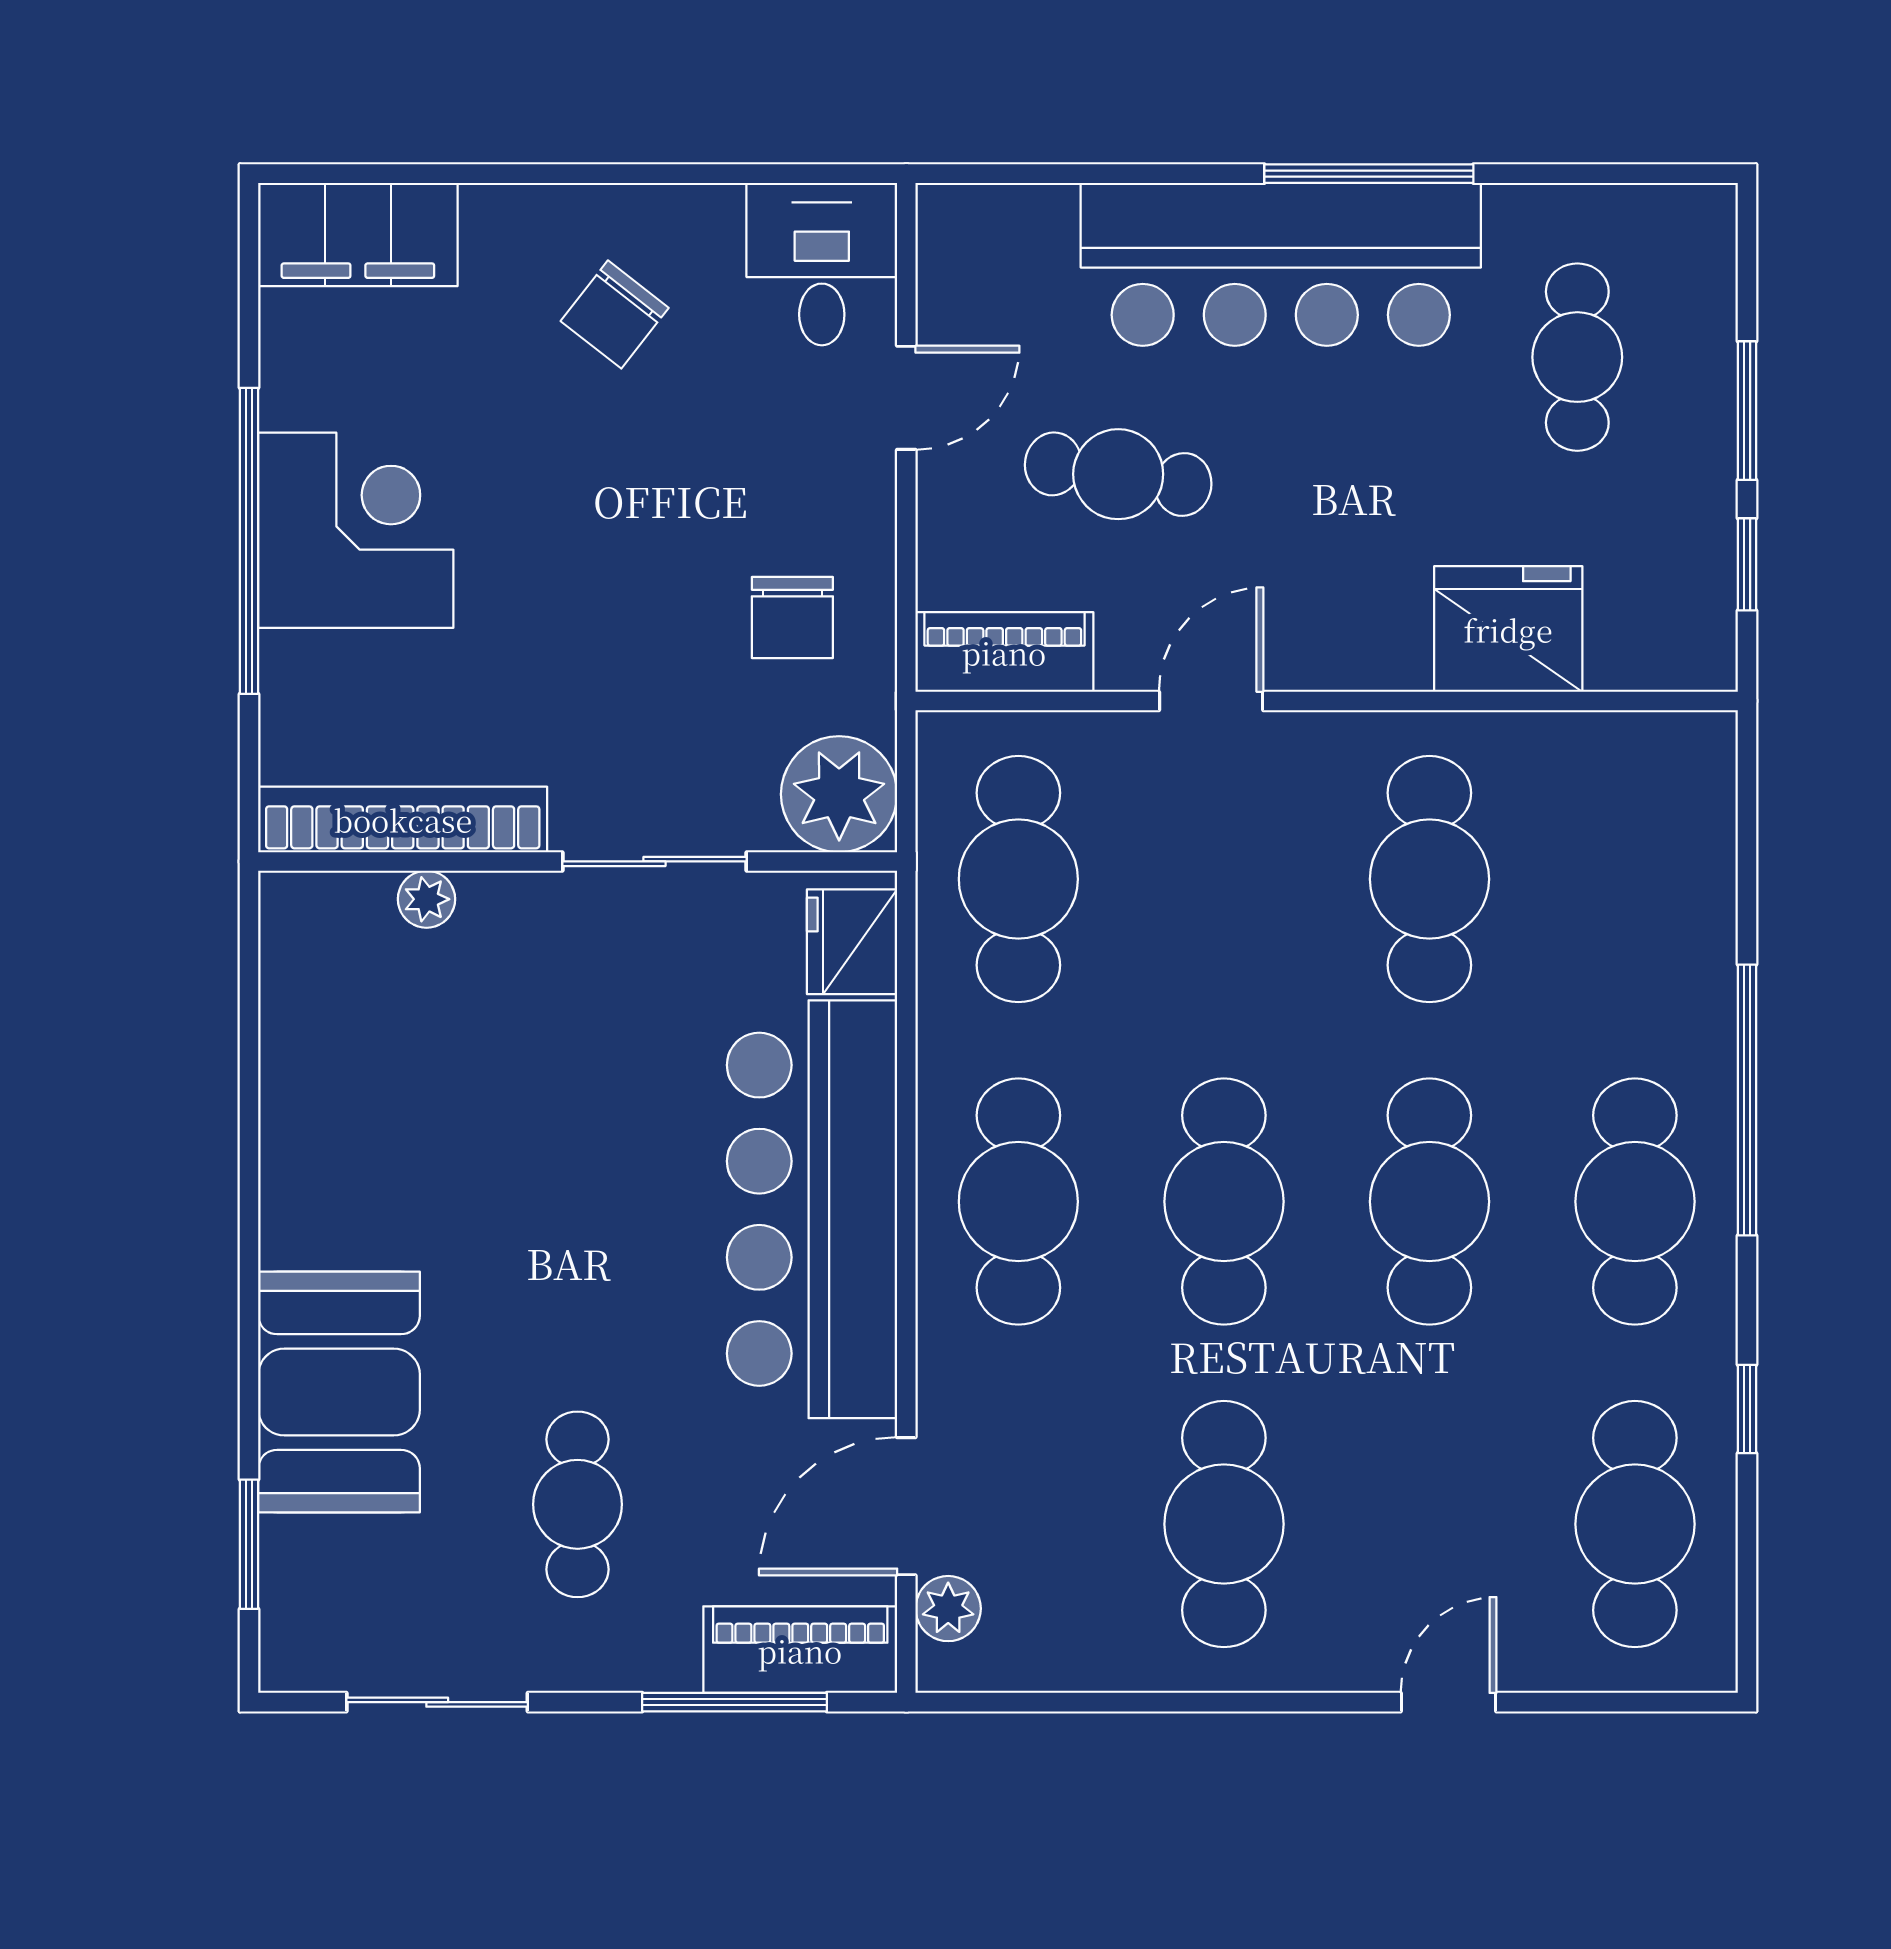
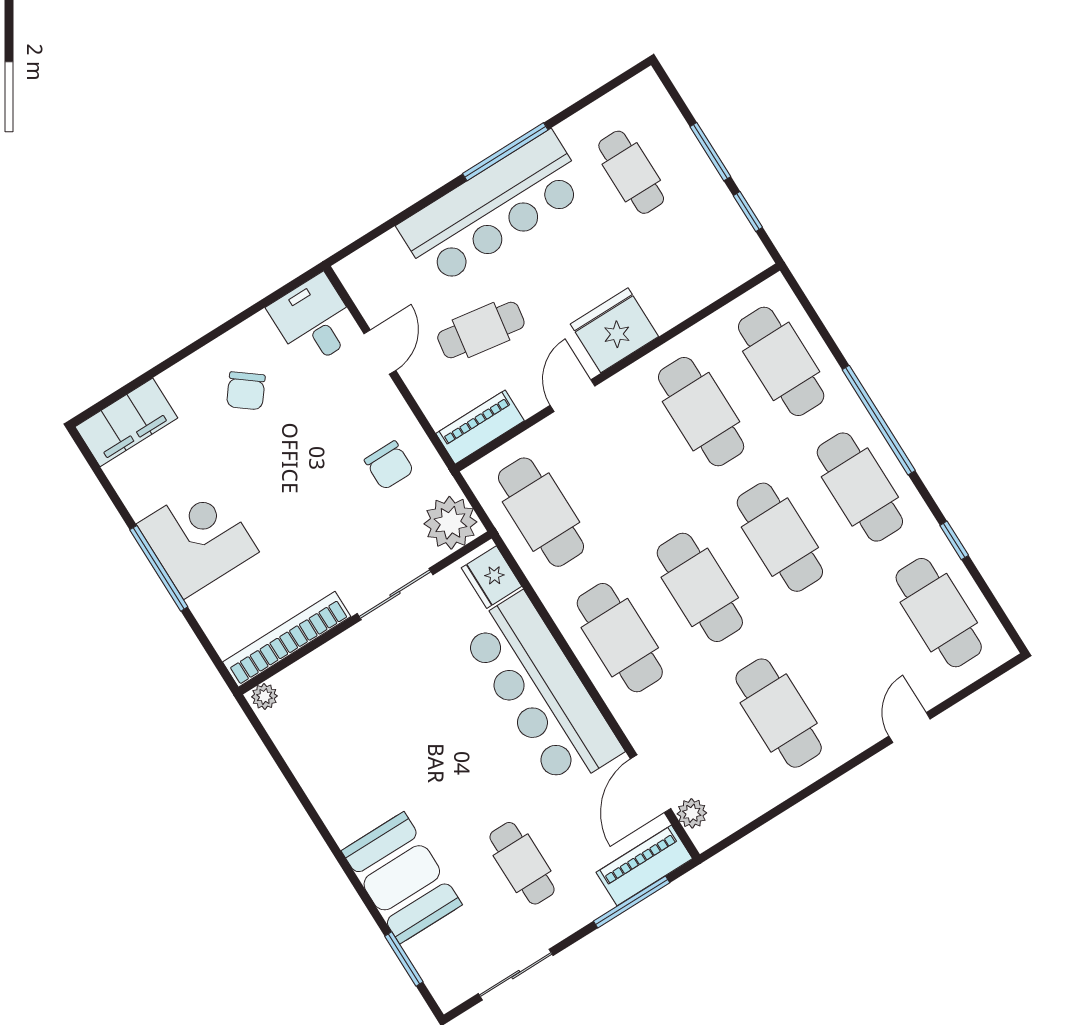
window: (249, 541) -> (159, 568), width x0.68
fridge: (1508, 629) -> (614, 330), moved
cafe table: (1635, 879) -> (781, 361), added
plant: (426, 899) -> (264, 696), moved

